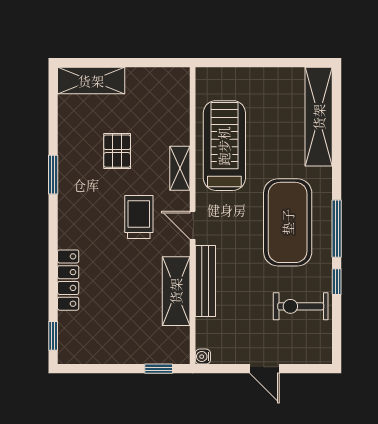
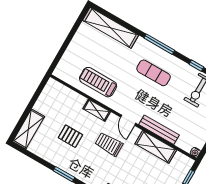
treadmill: (224, 146) -> (98, 82), width x0.73, depth x0.73
exercise mat: (288, 222) -> (154, 73), width x0.50, depth x0.69
door: (193, 225) -> (128, 120), hinge flipped
window: (337, 229) -> (159, 44), moved

